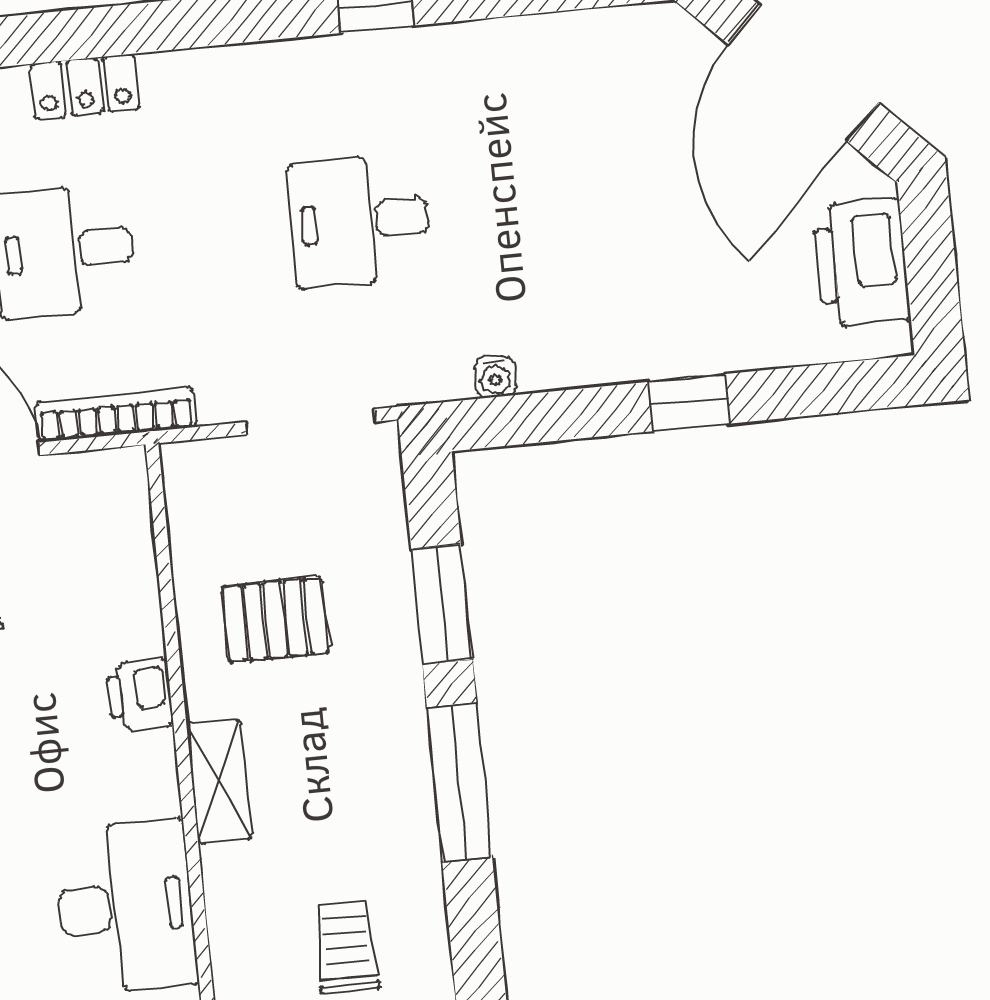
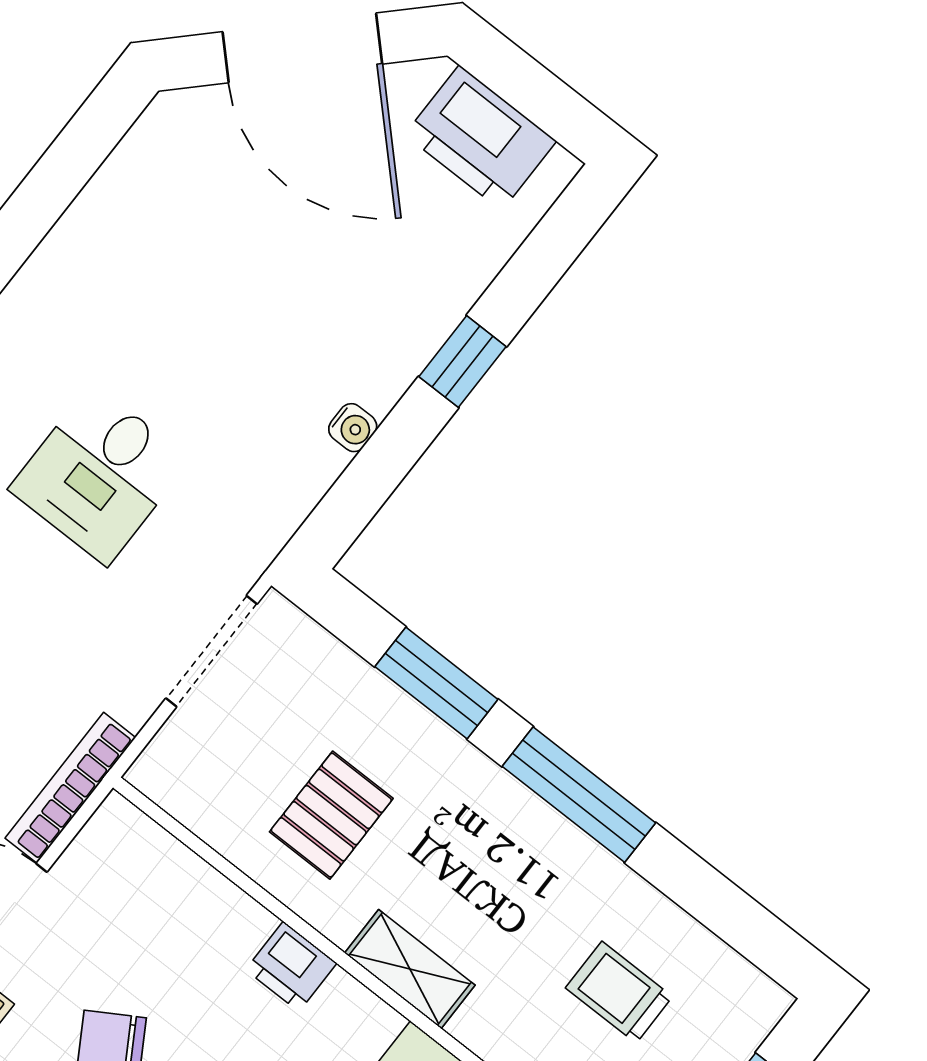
water cooler: (495, 377) -> (353, 428), moved

